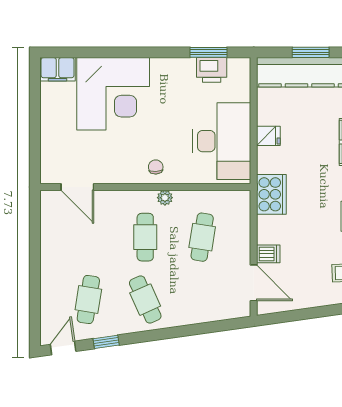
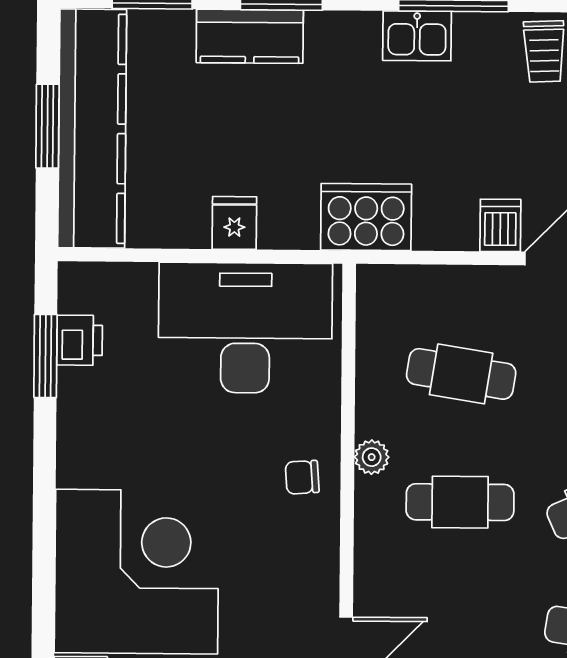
printer: (212, 70) -> (80, 340), width x0.73, depth x0.81

